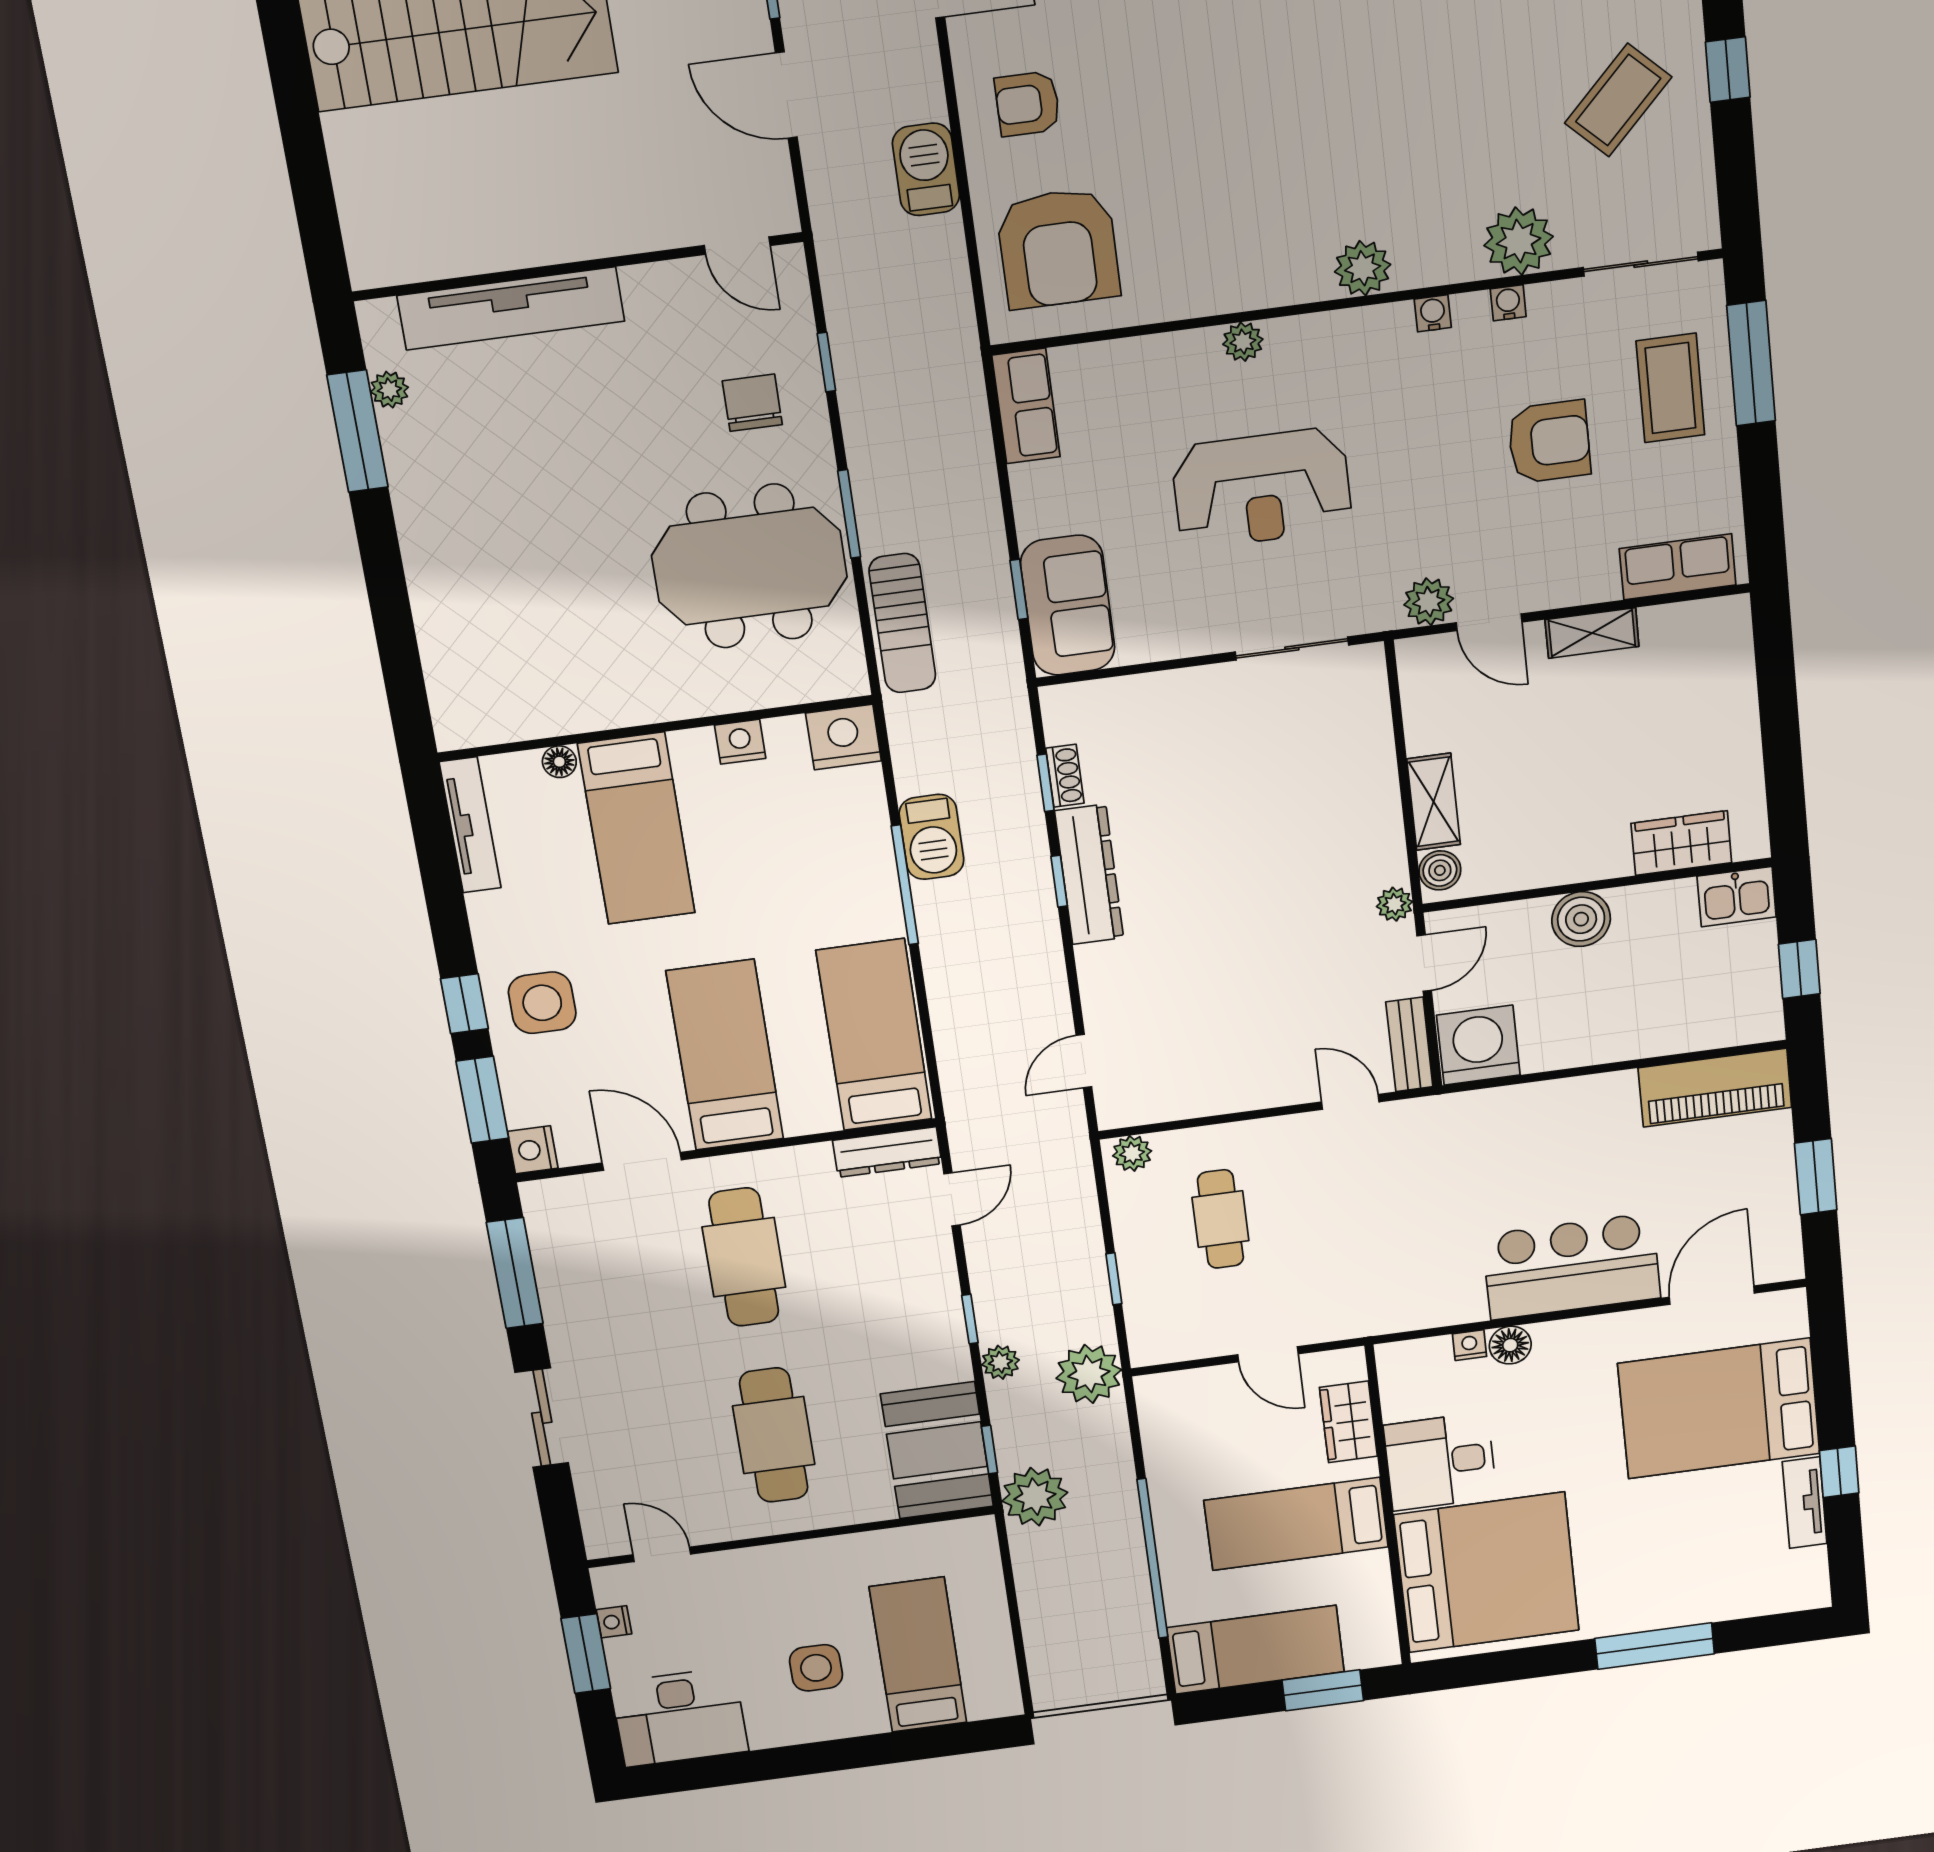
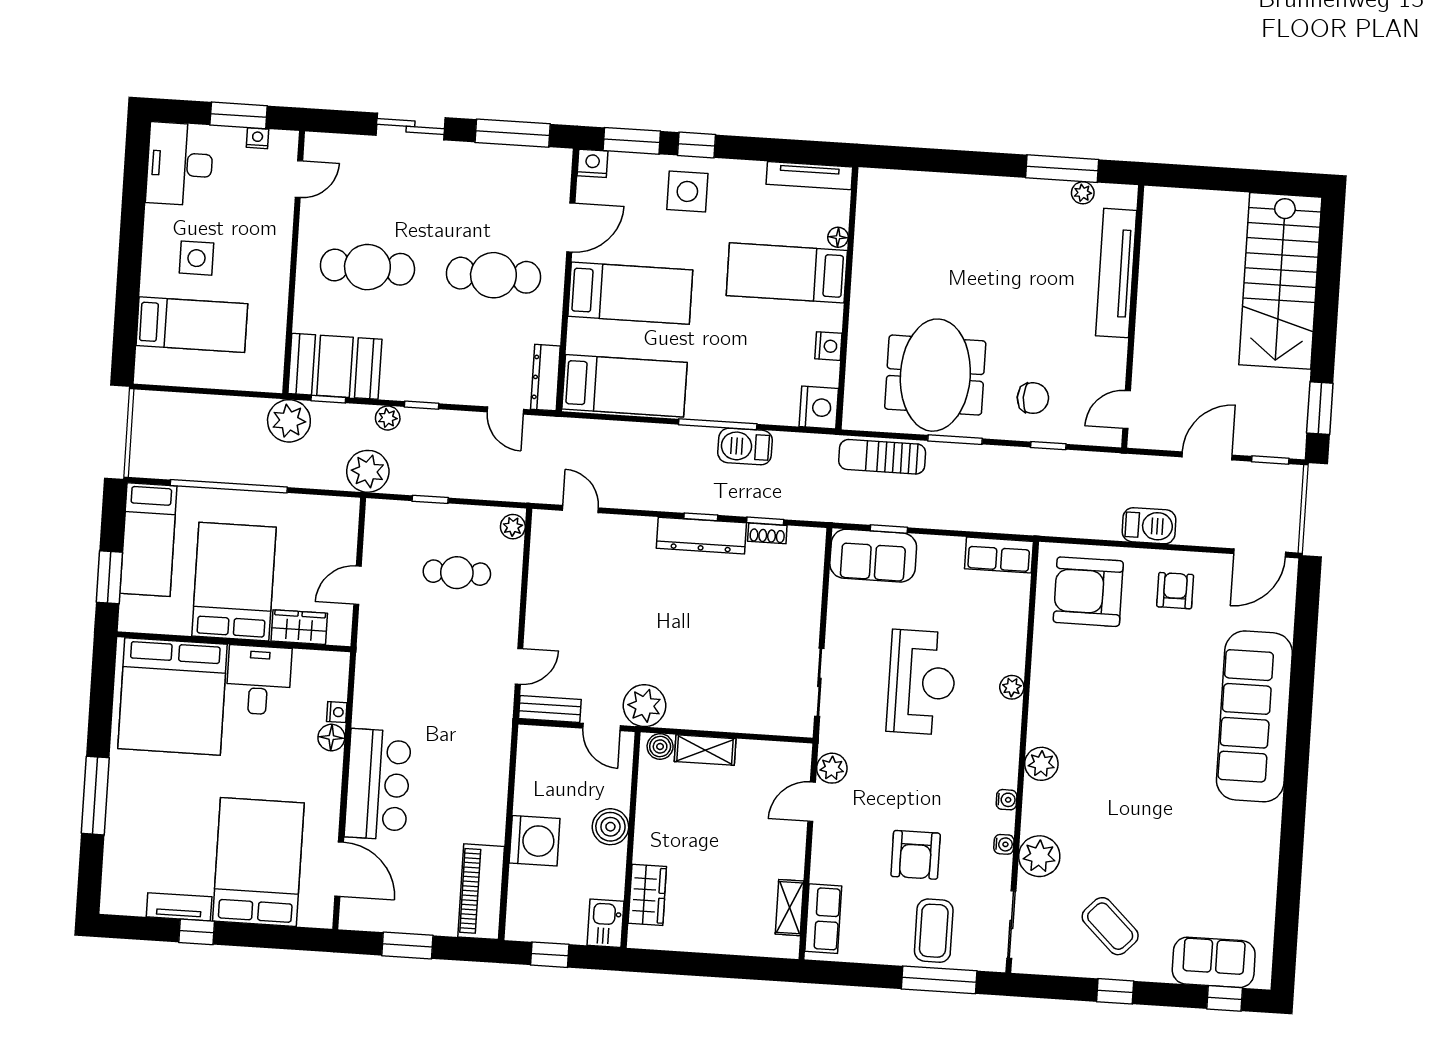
coffee table: (1670, 388) -> (934, 931), turned 90
reception desk: (1262, 488) -> (922, 682), turned 180
shelving: (1592, 633) -> (789, 908), moved
plant: (1394, 904) -> (644, 706), width x1.88, depth x1.88
washing machine: (1478, 1045) -> (535, 841), moved
bed: (1296, 1524) -> (234, 582), width x1.50

